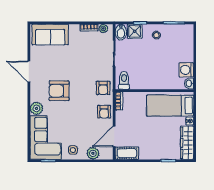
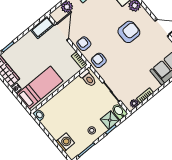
washing machine: (186, 70) -> (65, 142), moved

